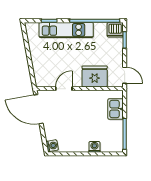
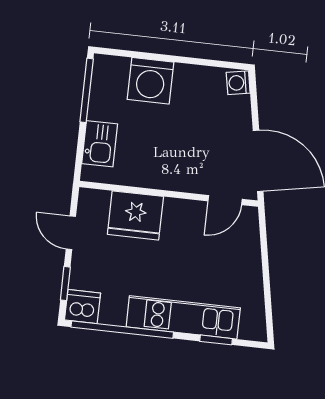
door: (125, 75) -> (71, 233), moved
door: (64, 89) -> (225, 200), moved
washing machine: (94, 147) -> (150, 81), width x1.89, depth x1.89

